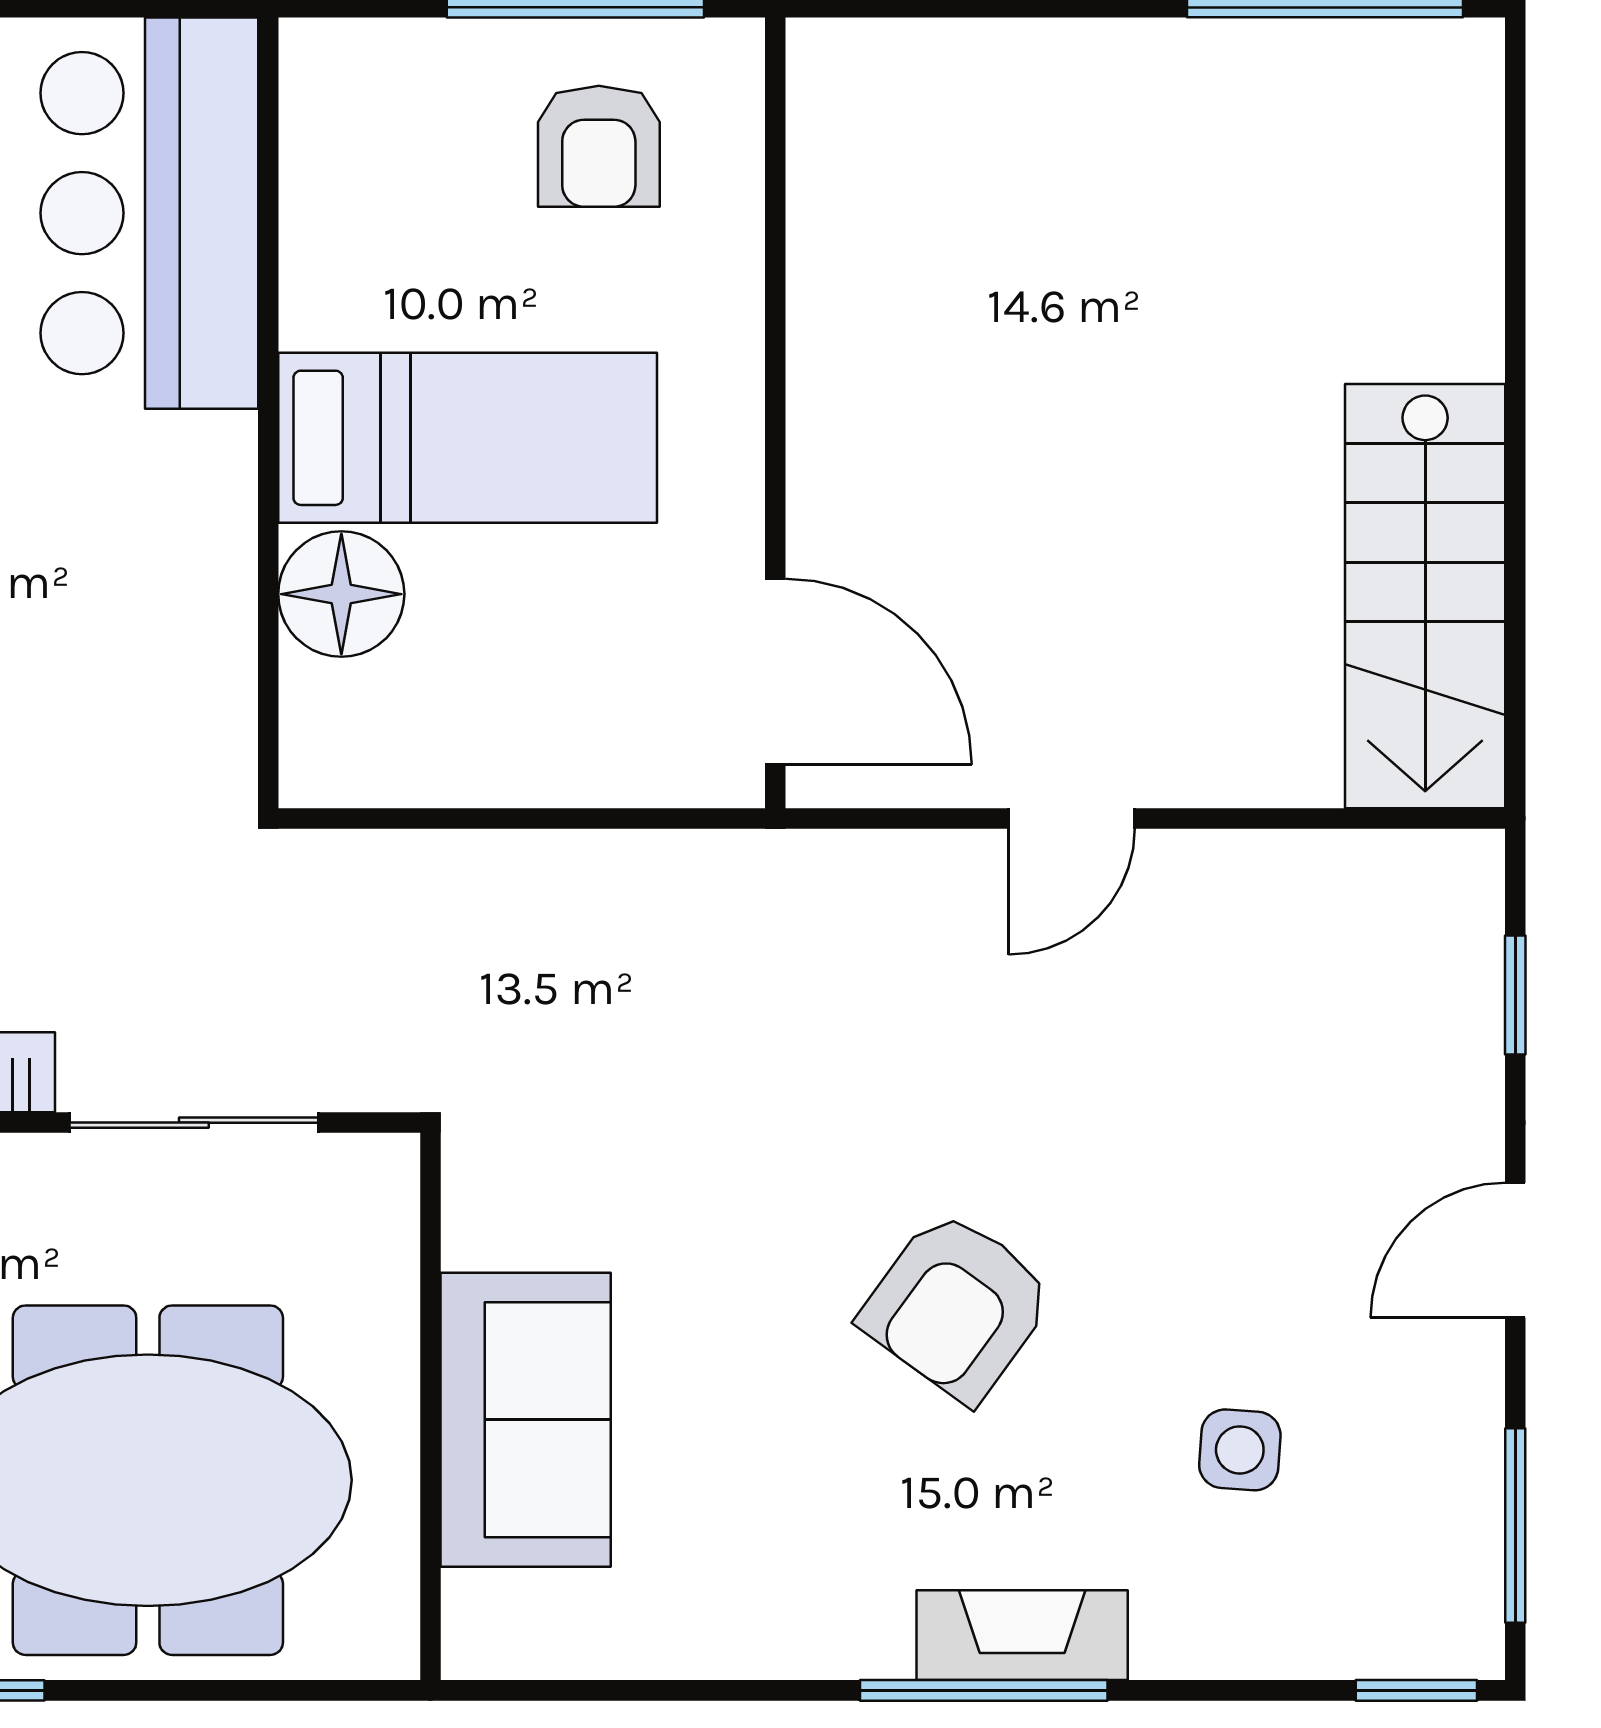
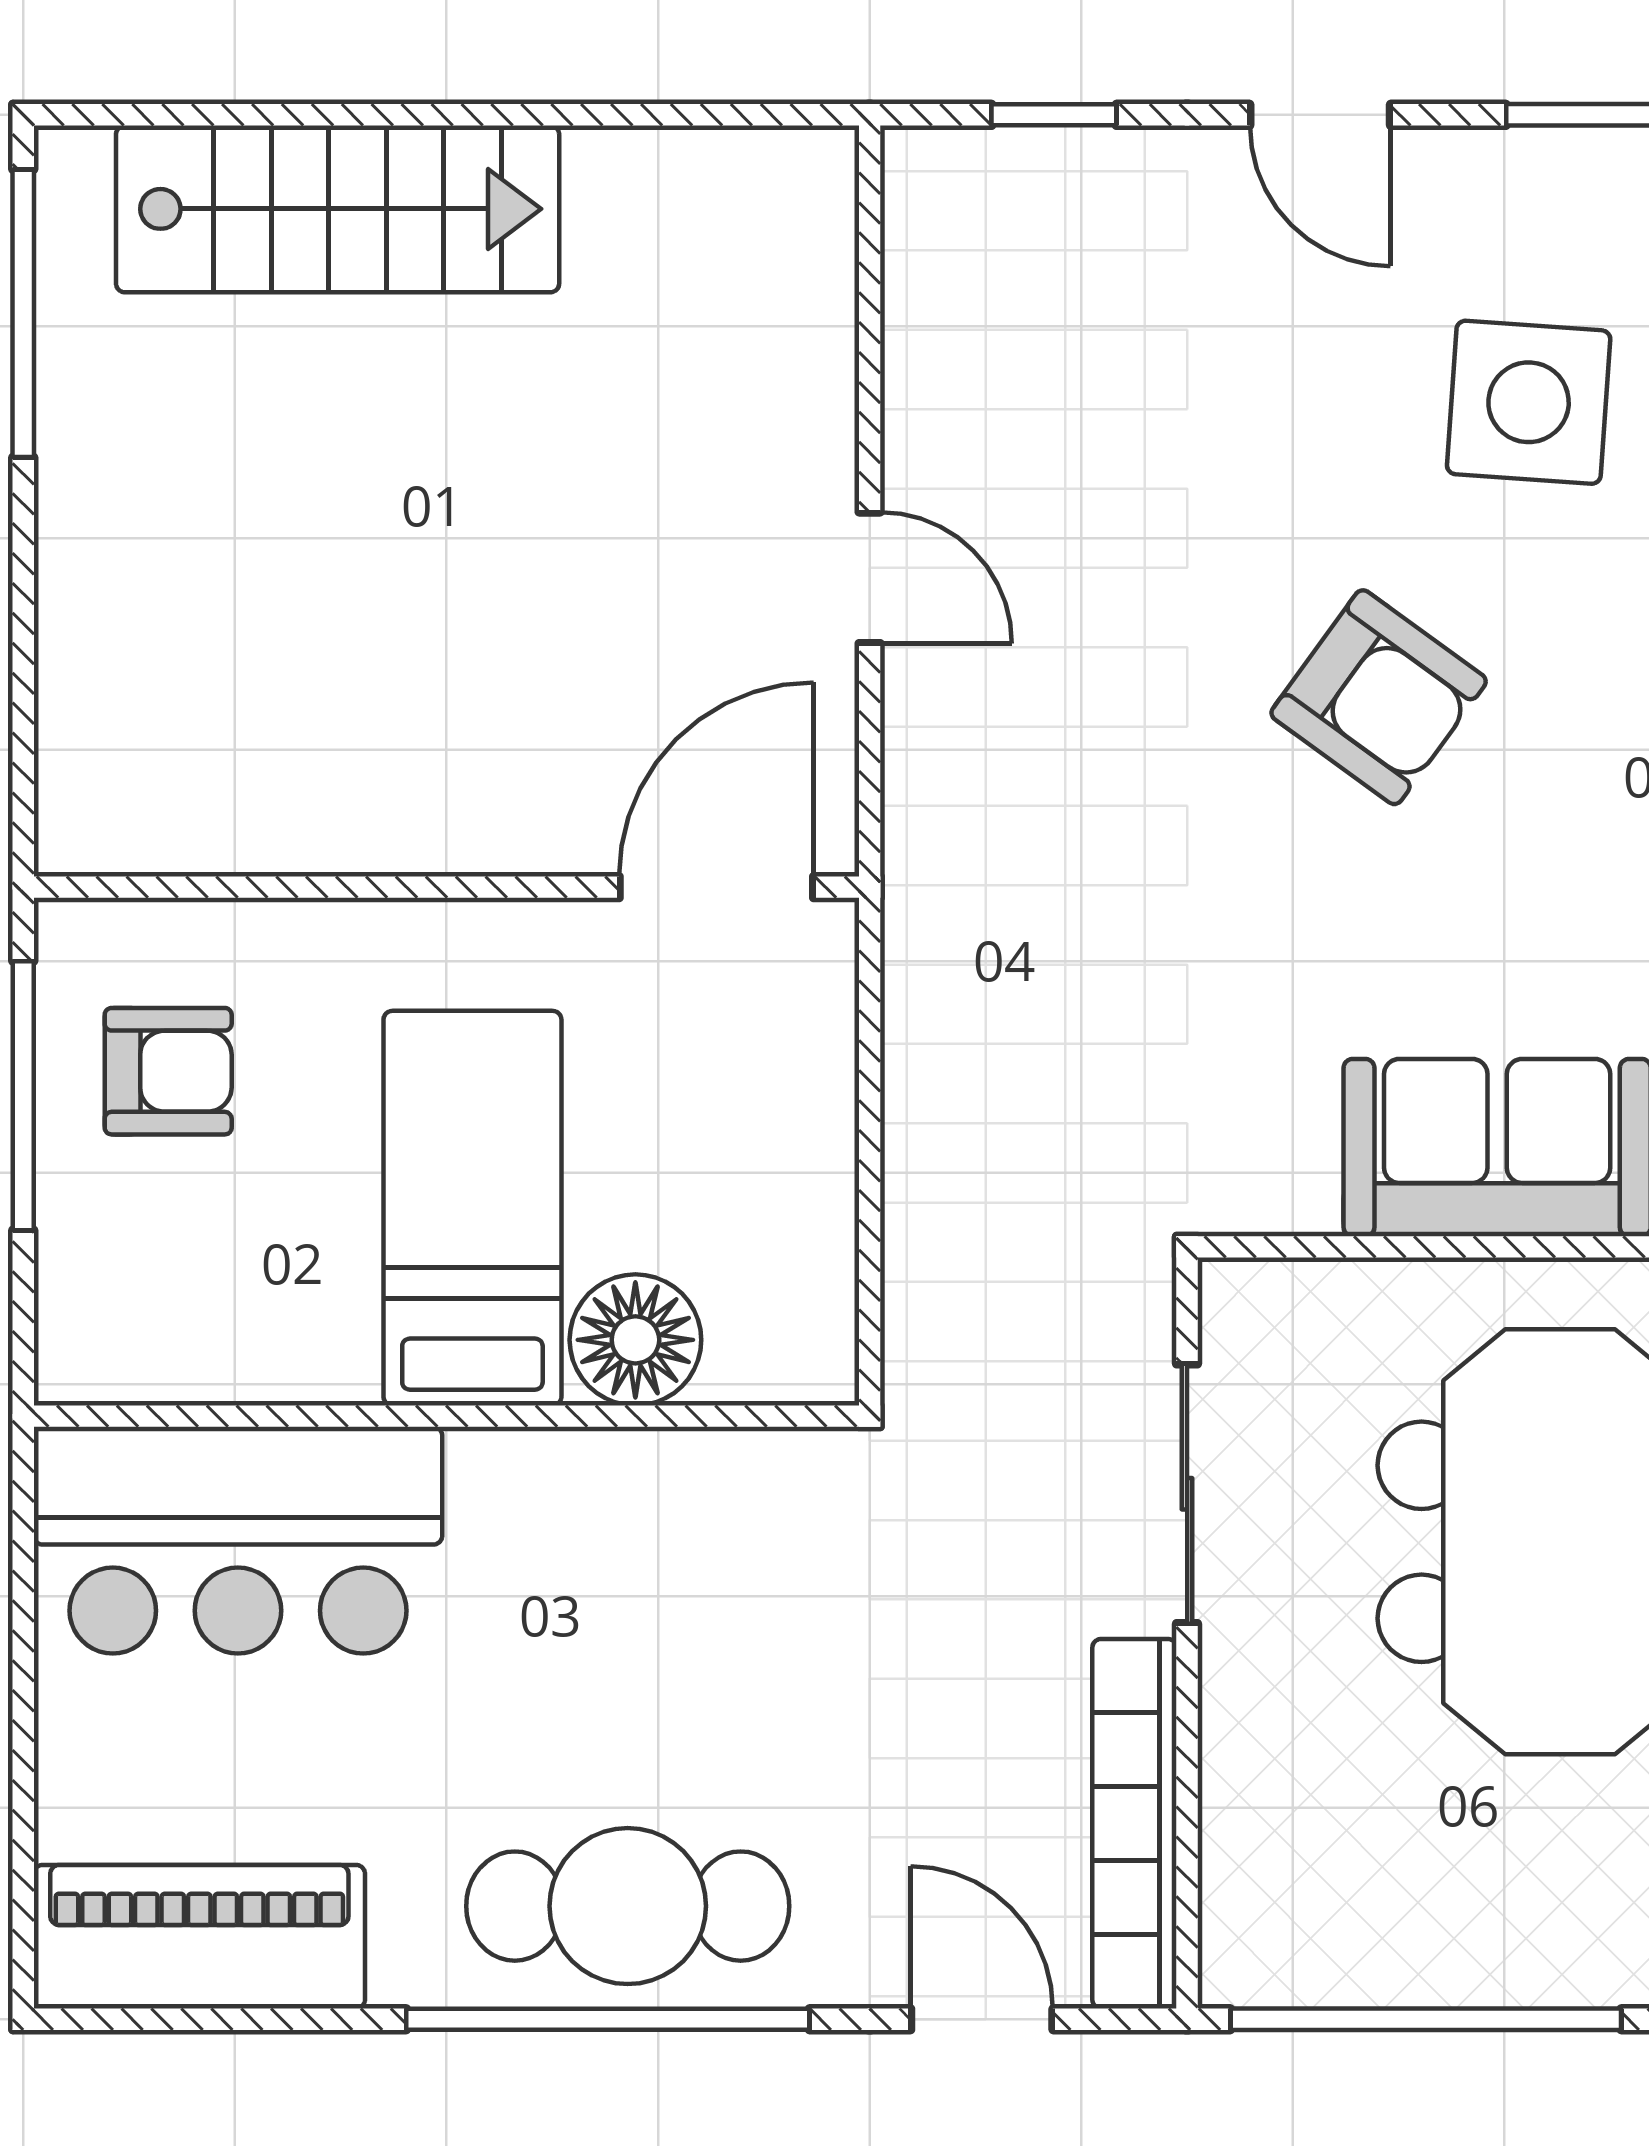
stairs: (1425, 596) -> (338, 209), moved
side table: (1240, 1450) -> (1529, 402), width x1.87, depth x1.87

